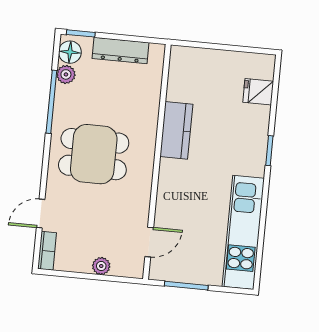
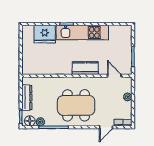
fridge: (258, 92) -> (45, 34), width x1.88, depth x1.34
kitchen counter: (176, 130) -> (85, 68), moved
dining table: (94, 154) -> (76, 105), width x1.38
door: (41, 214) -> (106, 127), hinge flipped
kitchen unit: (243, 232) -> (82, 32), moved

